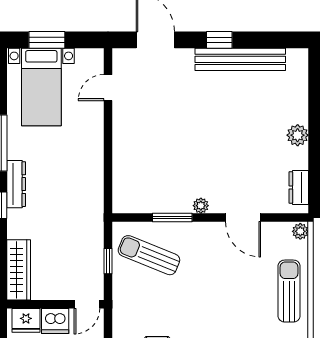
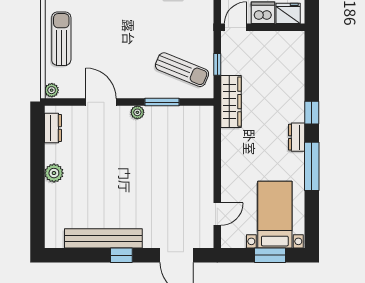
dresser: (16, 184) -> (297, 137), width x0.70
wardrobe: (19, 270) -> (231, 102), moved, turned 180
sun lounger: (289, 291) -> (61, 39), turned 180

